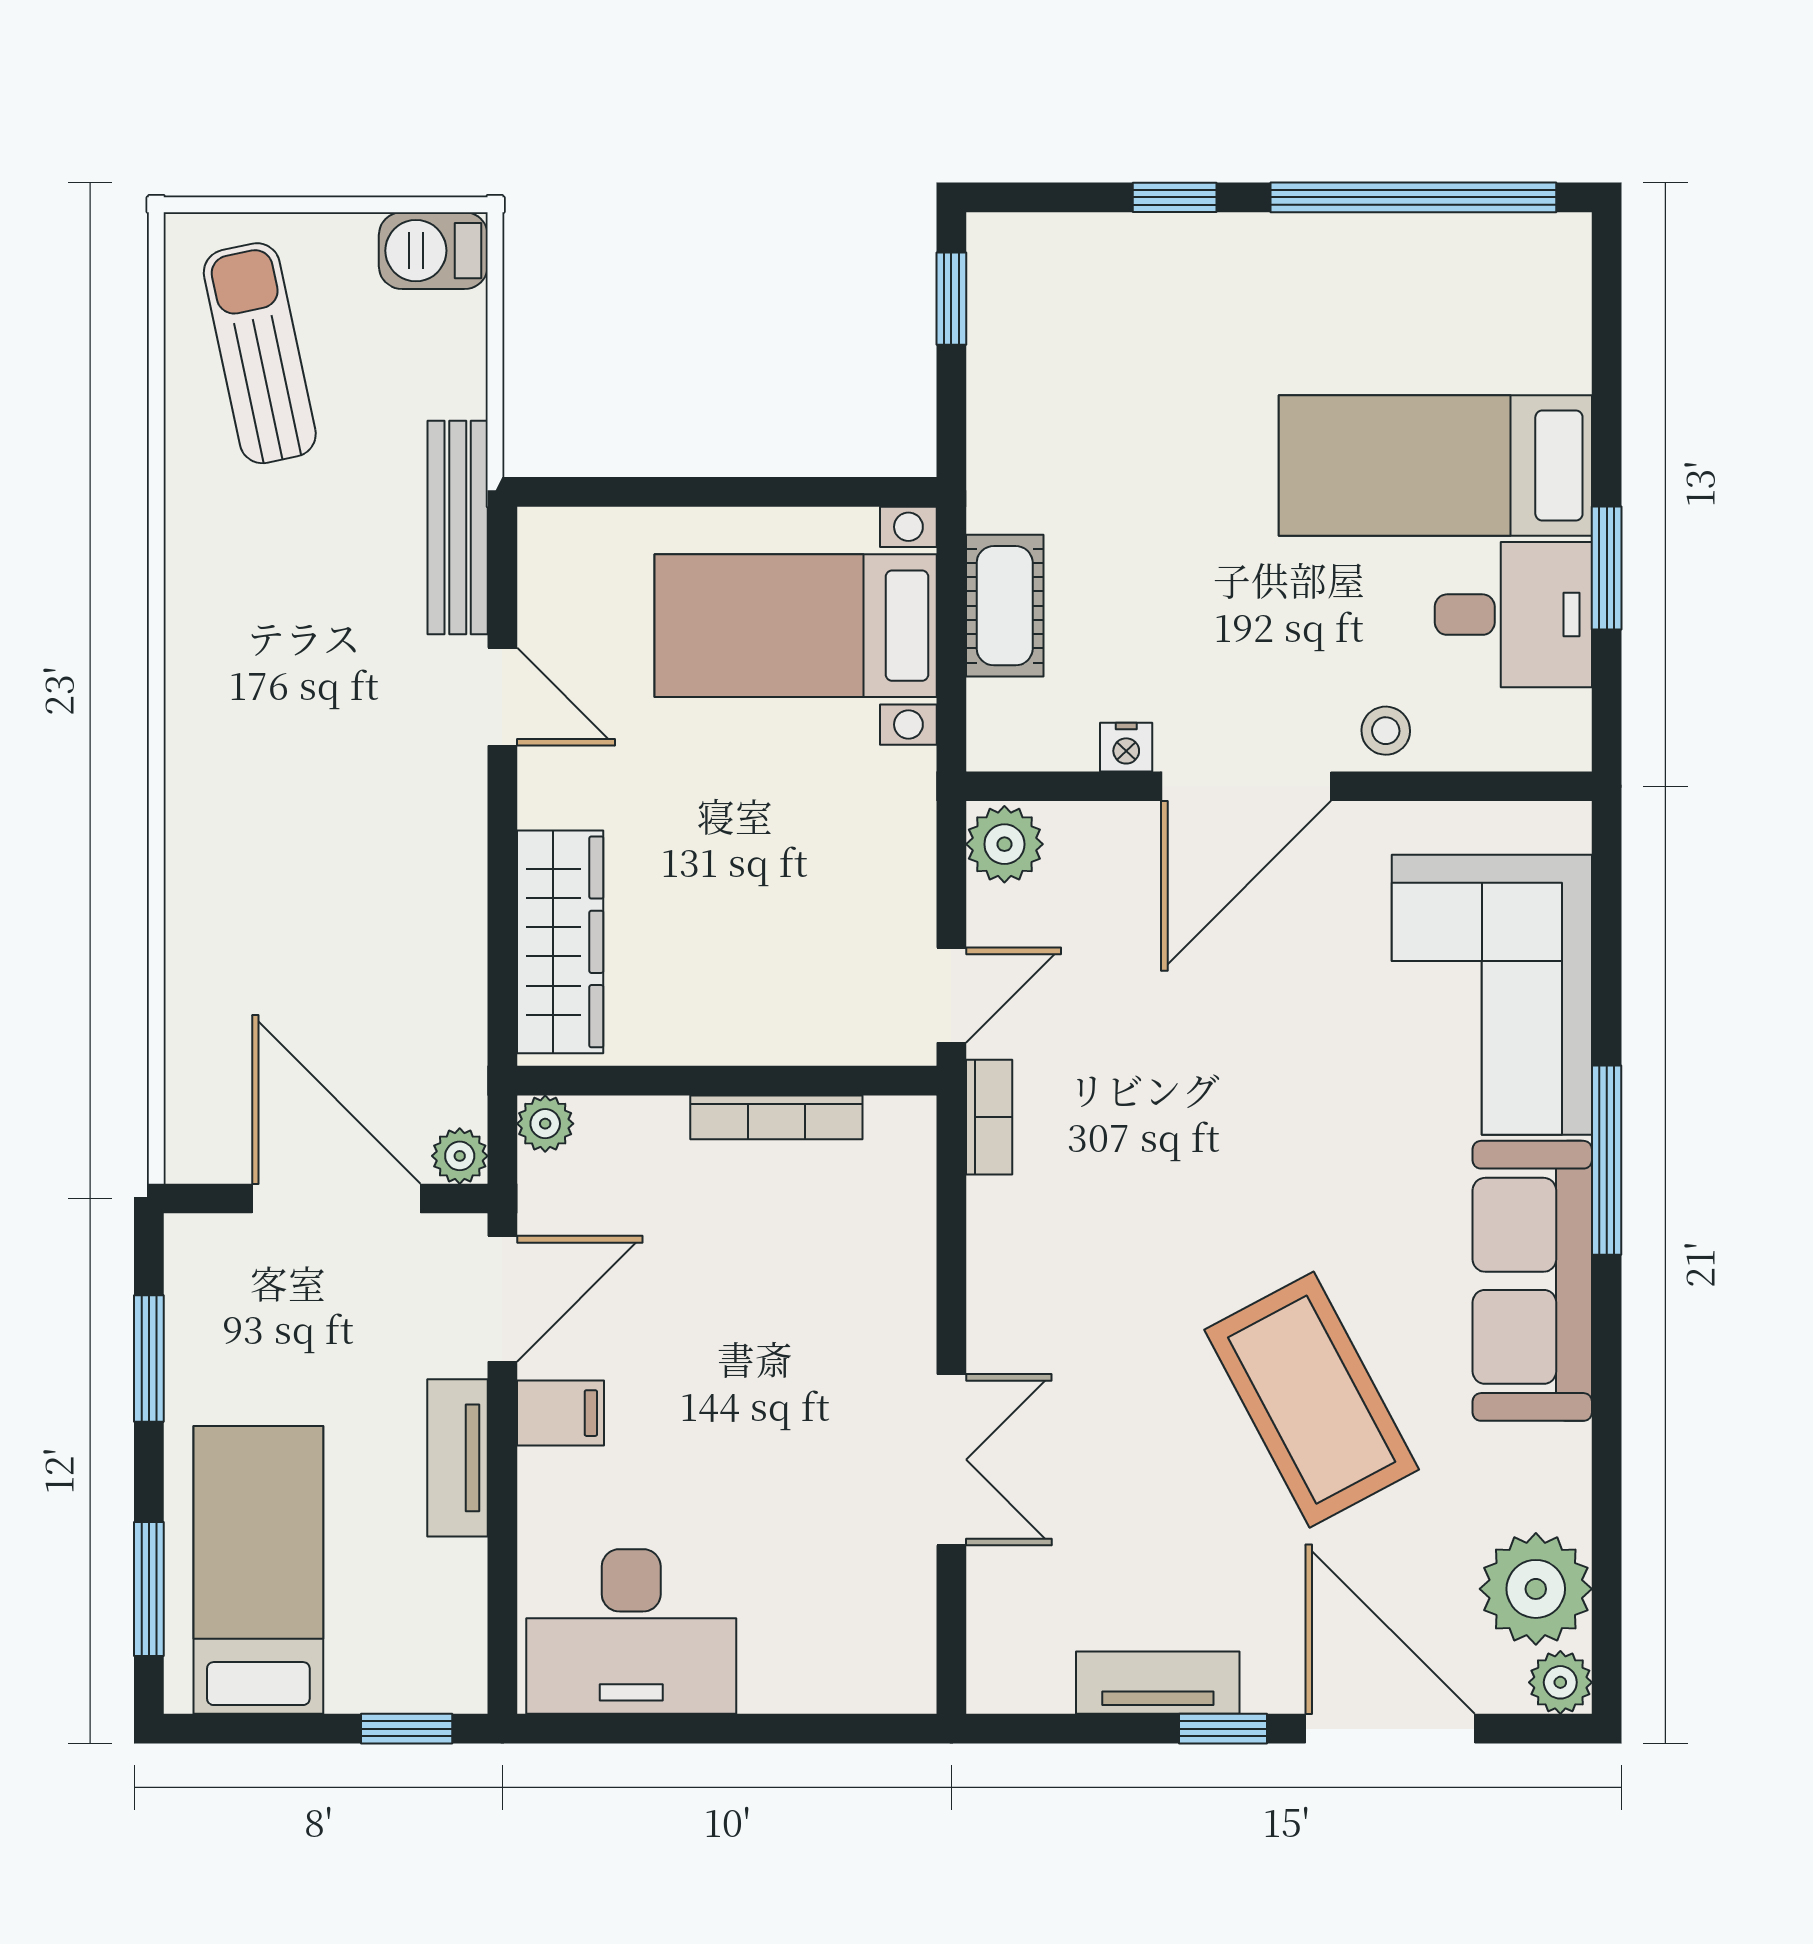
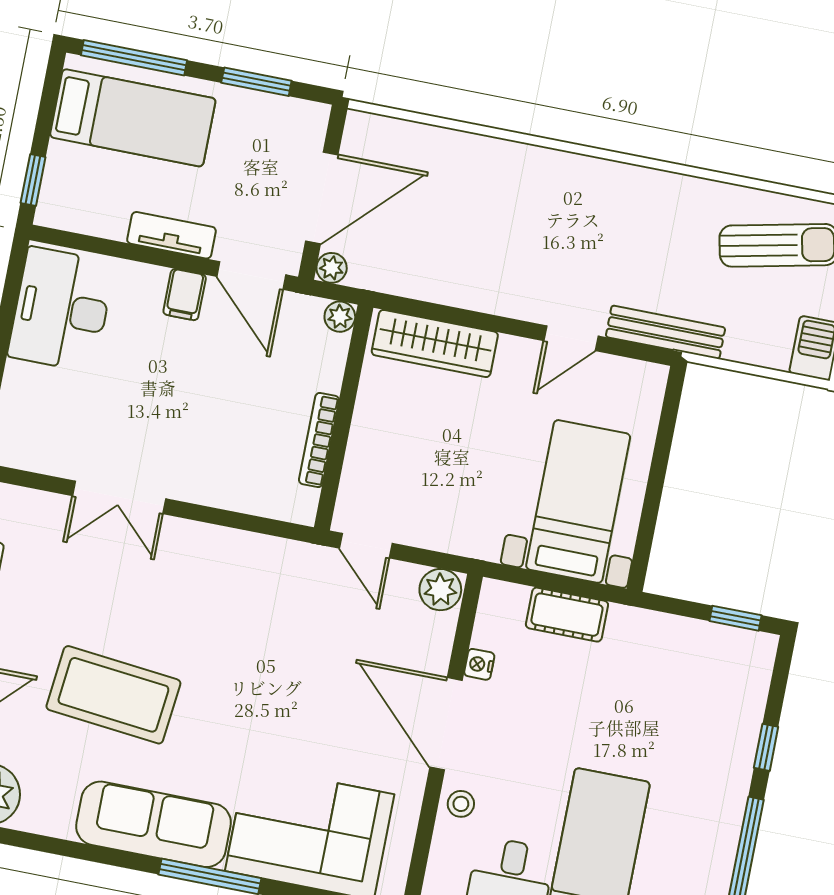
bookcase: (989, 1117) -> (297, 553), removed
coffee table: (1312, 1400) -> (113, 695), turned 34
window: (149, 1589) -> (134, 58), width x1.44

